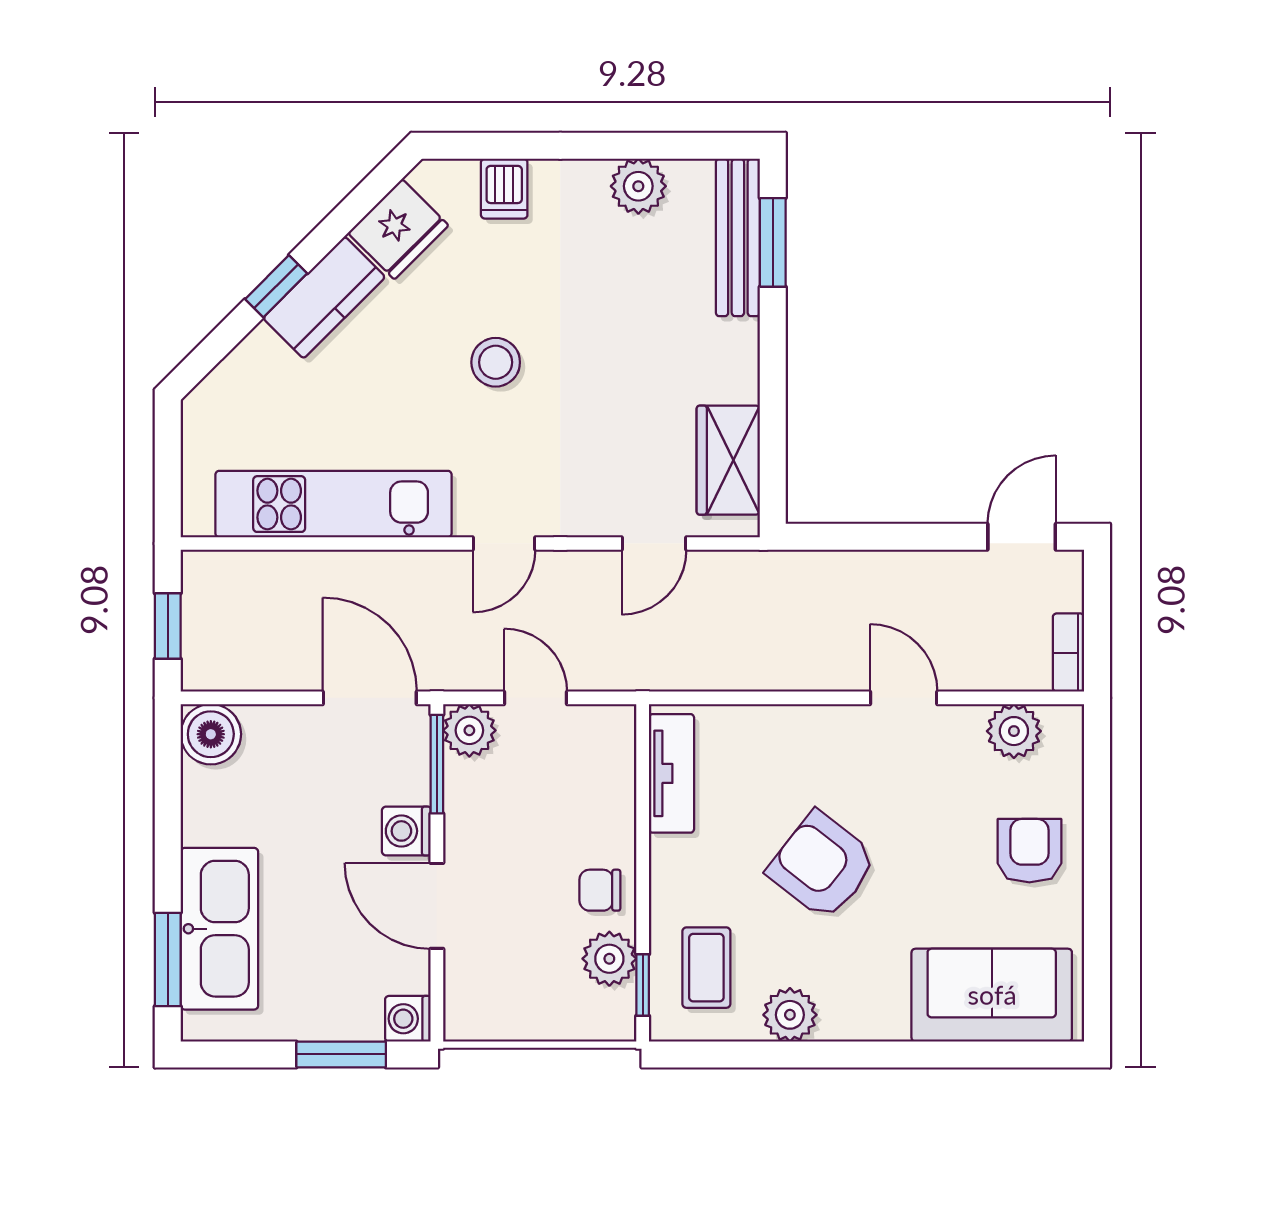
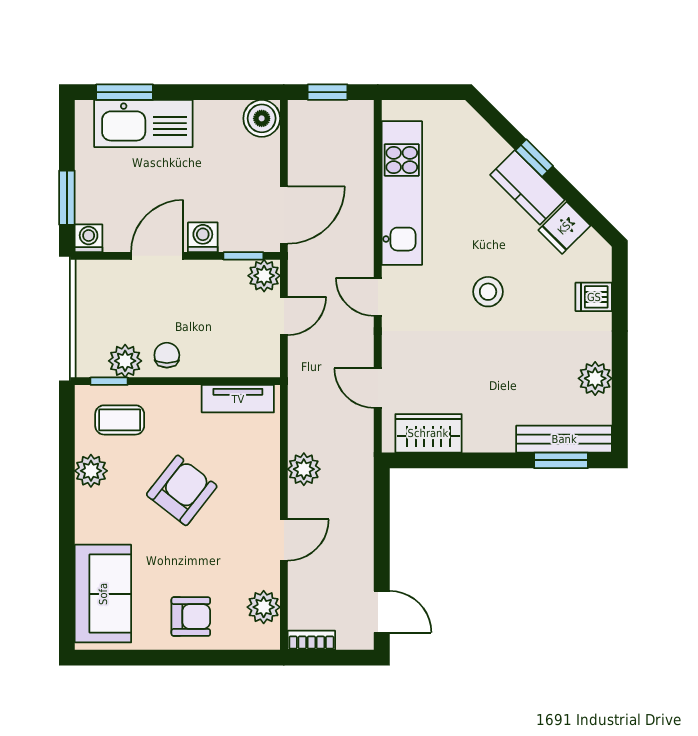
fridge: (398, 229) -> (564, 228), width x0.72
plant: (787, 665) -> (304, 469), added
window: (437, 764) -> (243, 256), width x0.67

